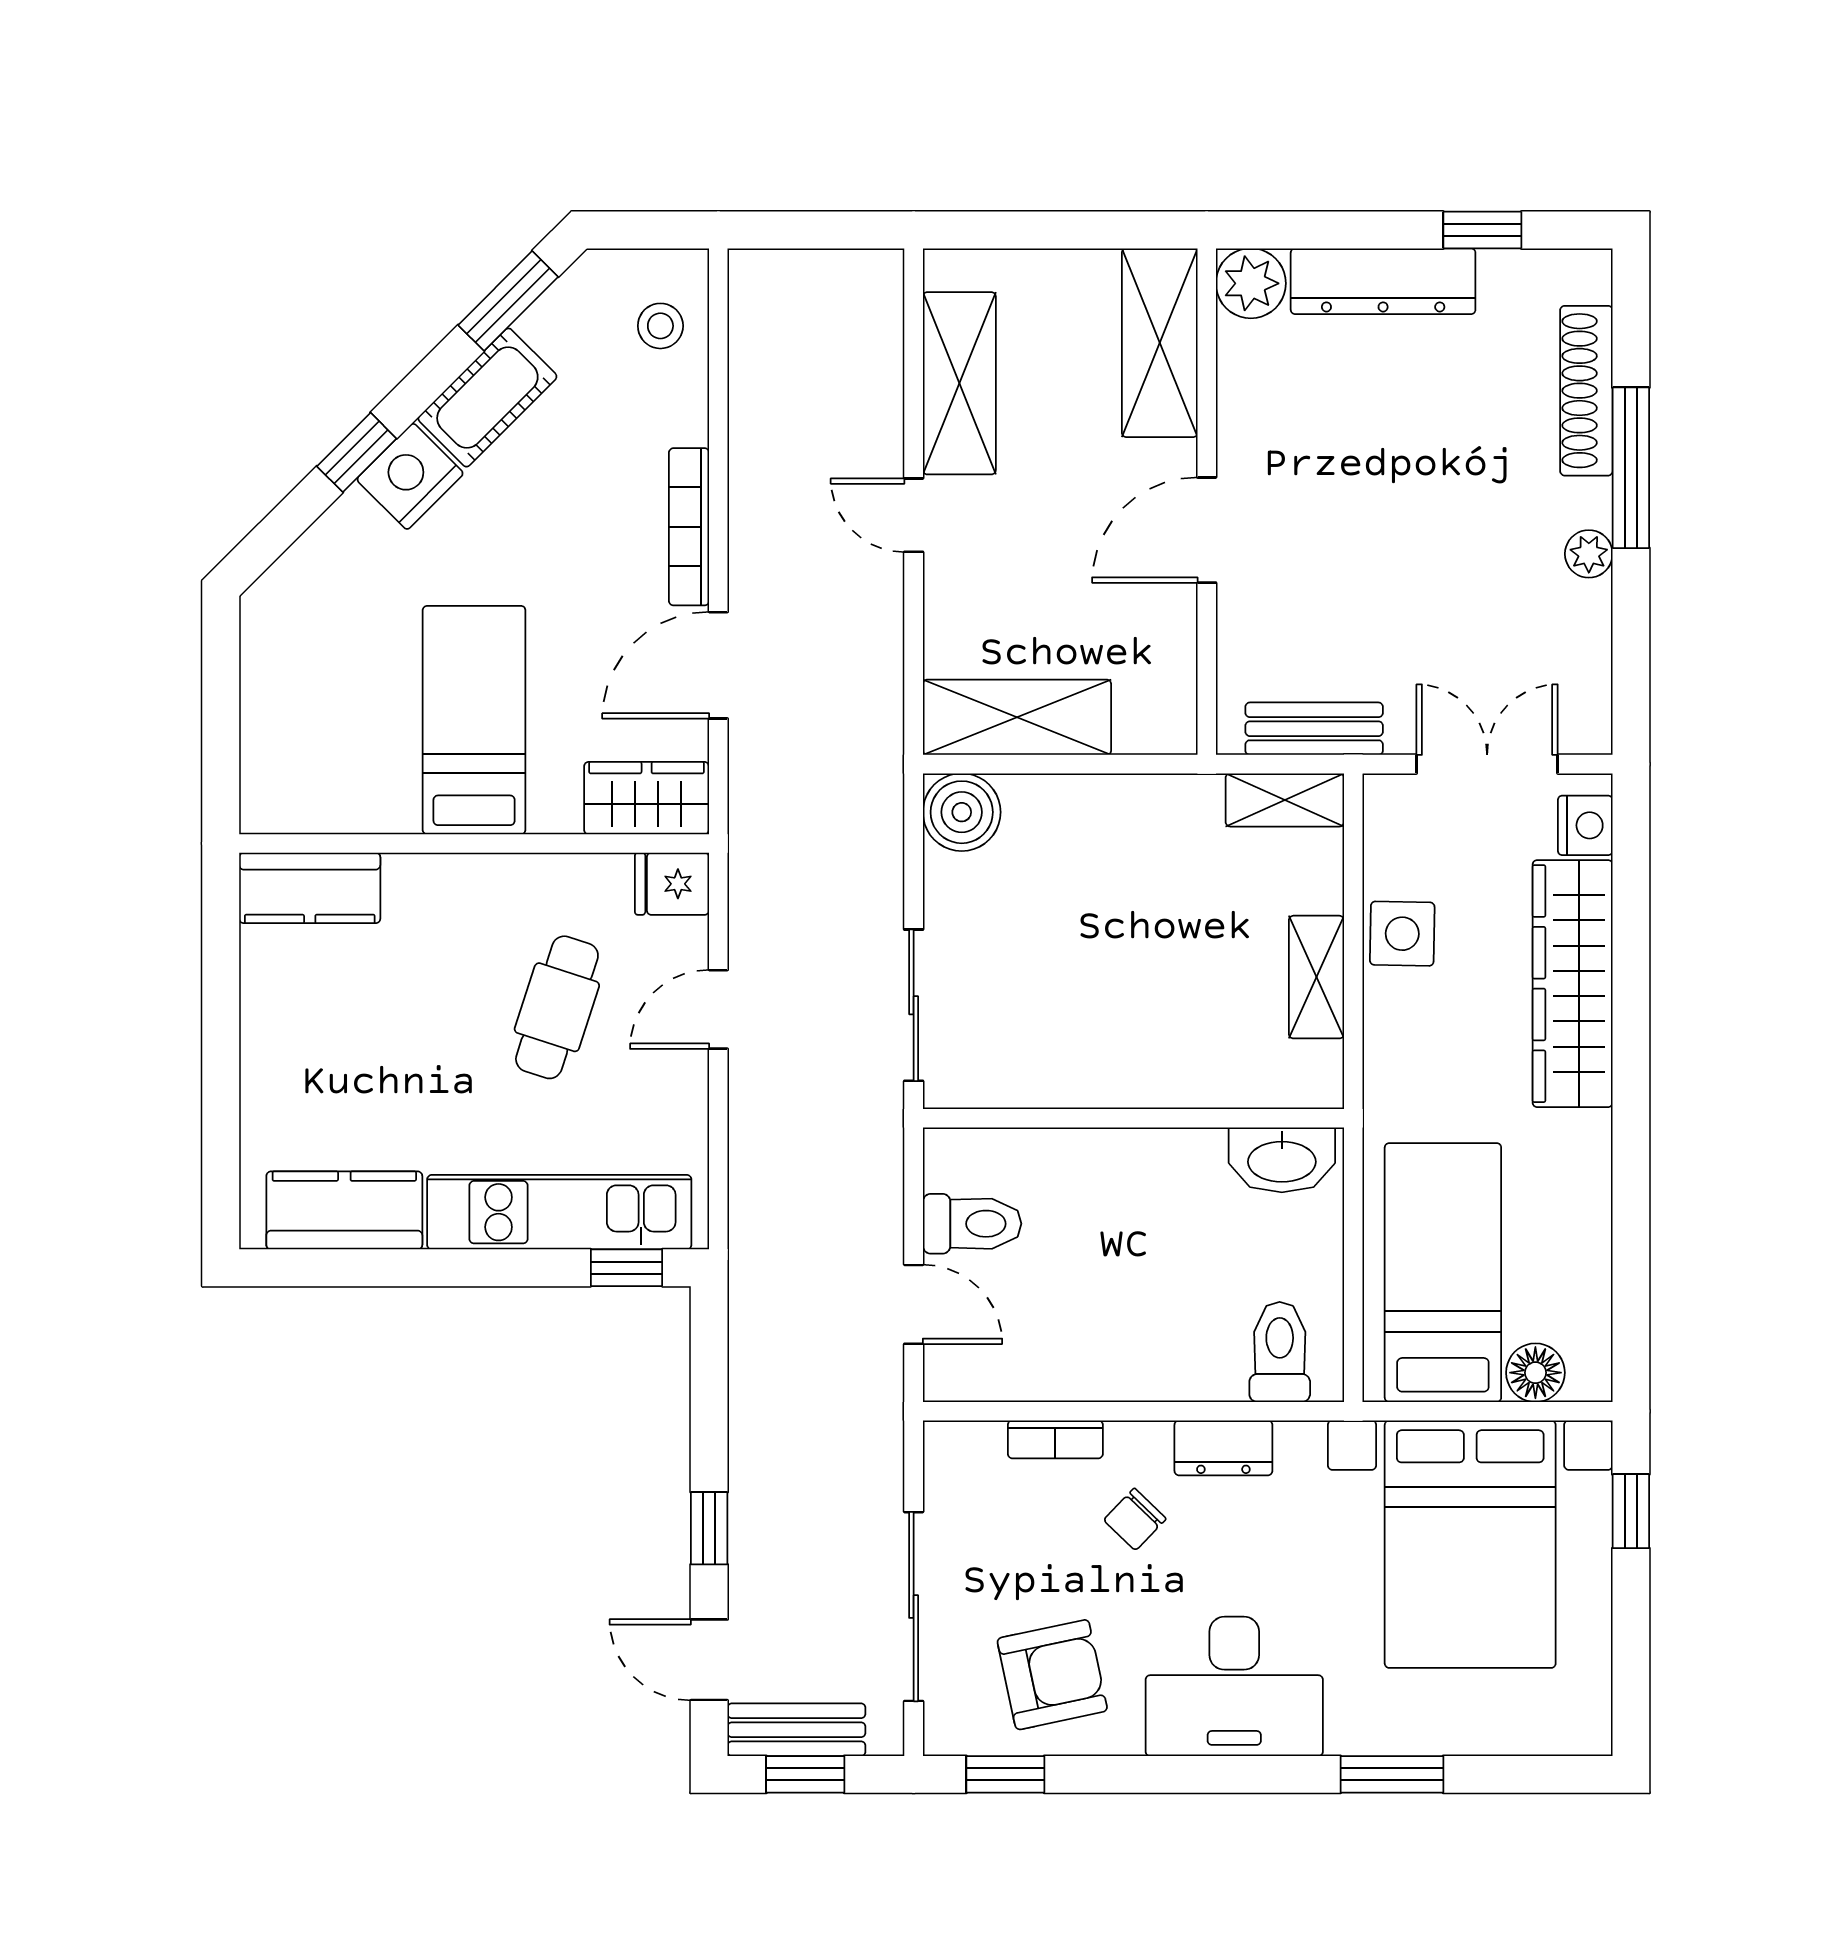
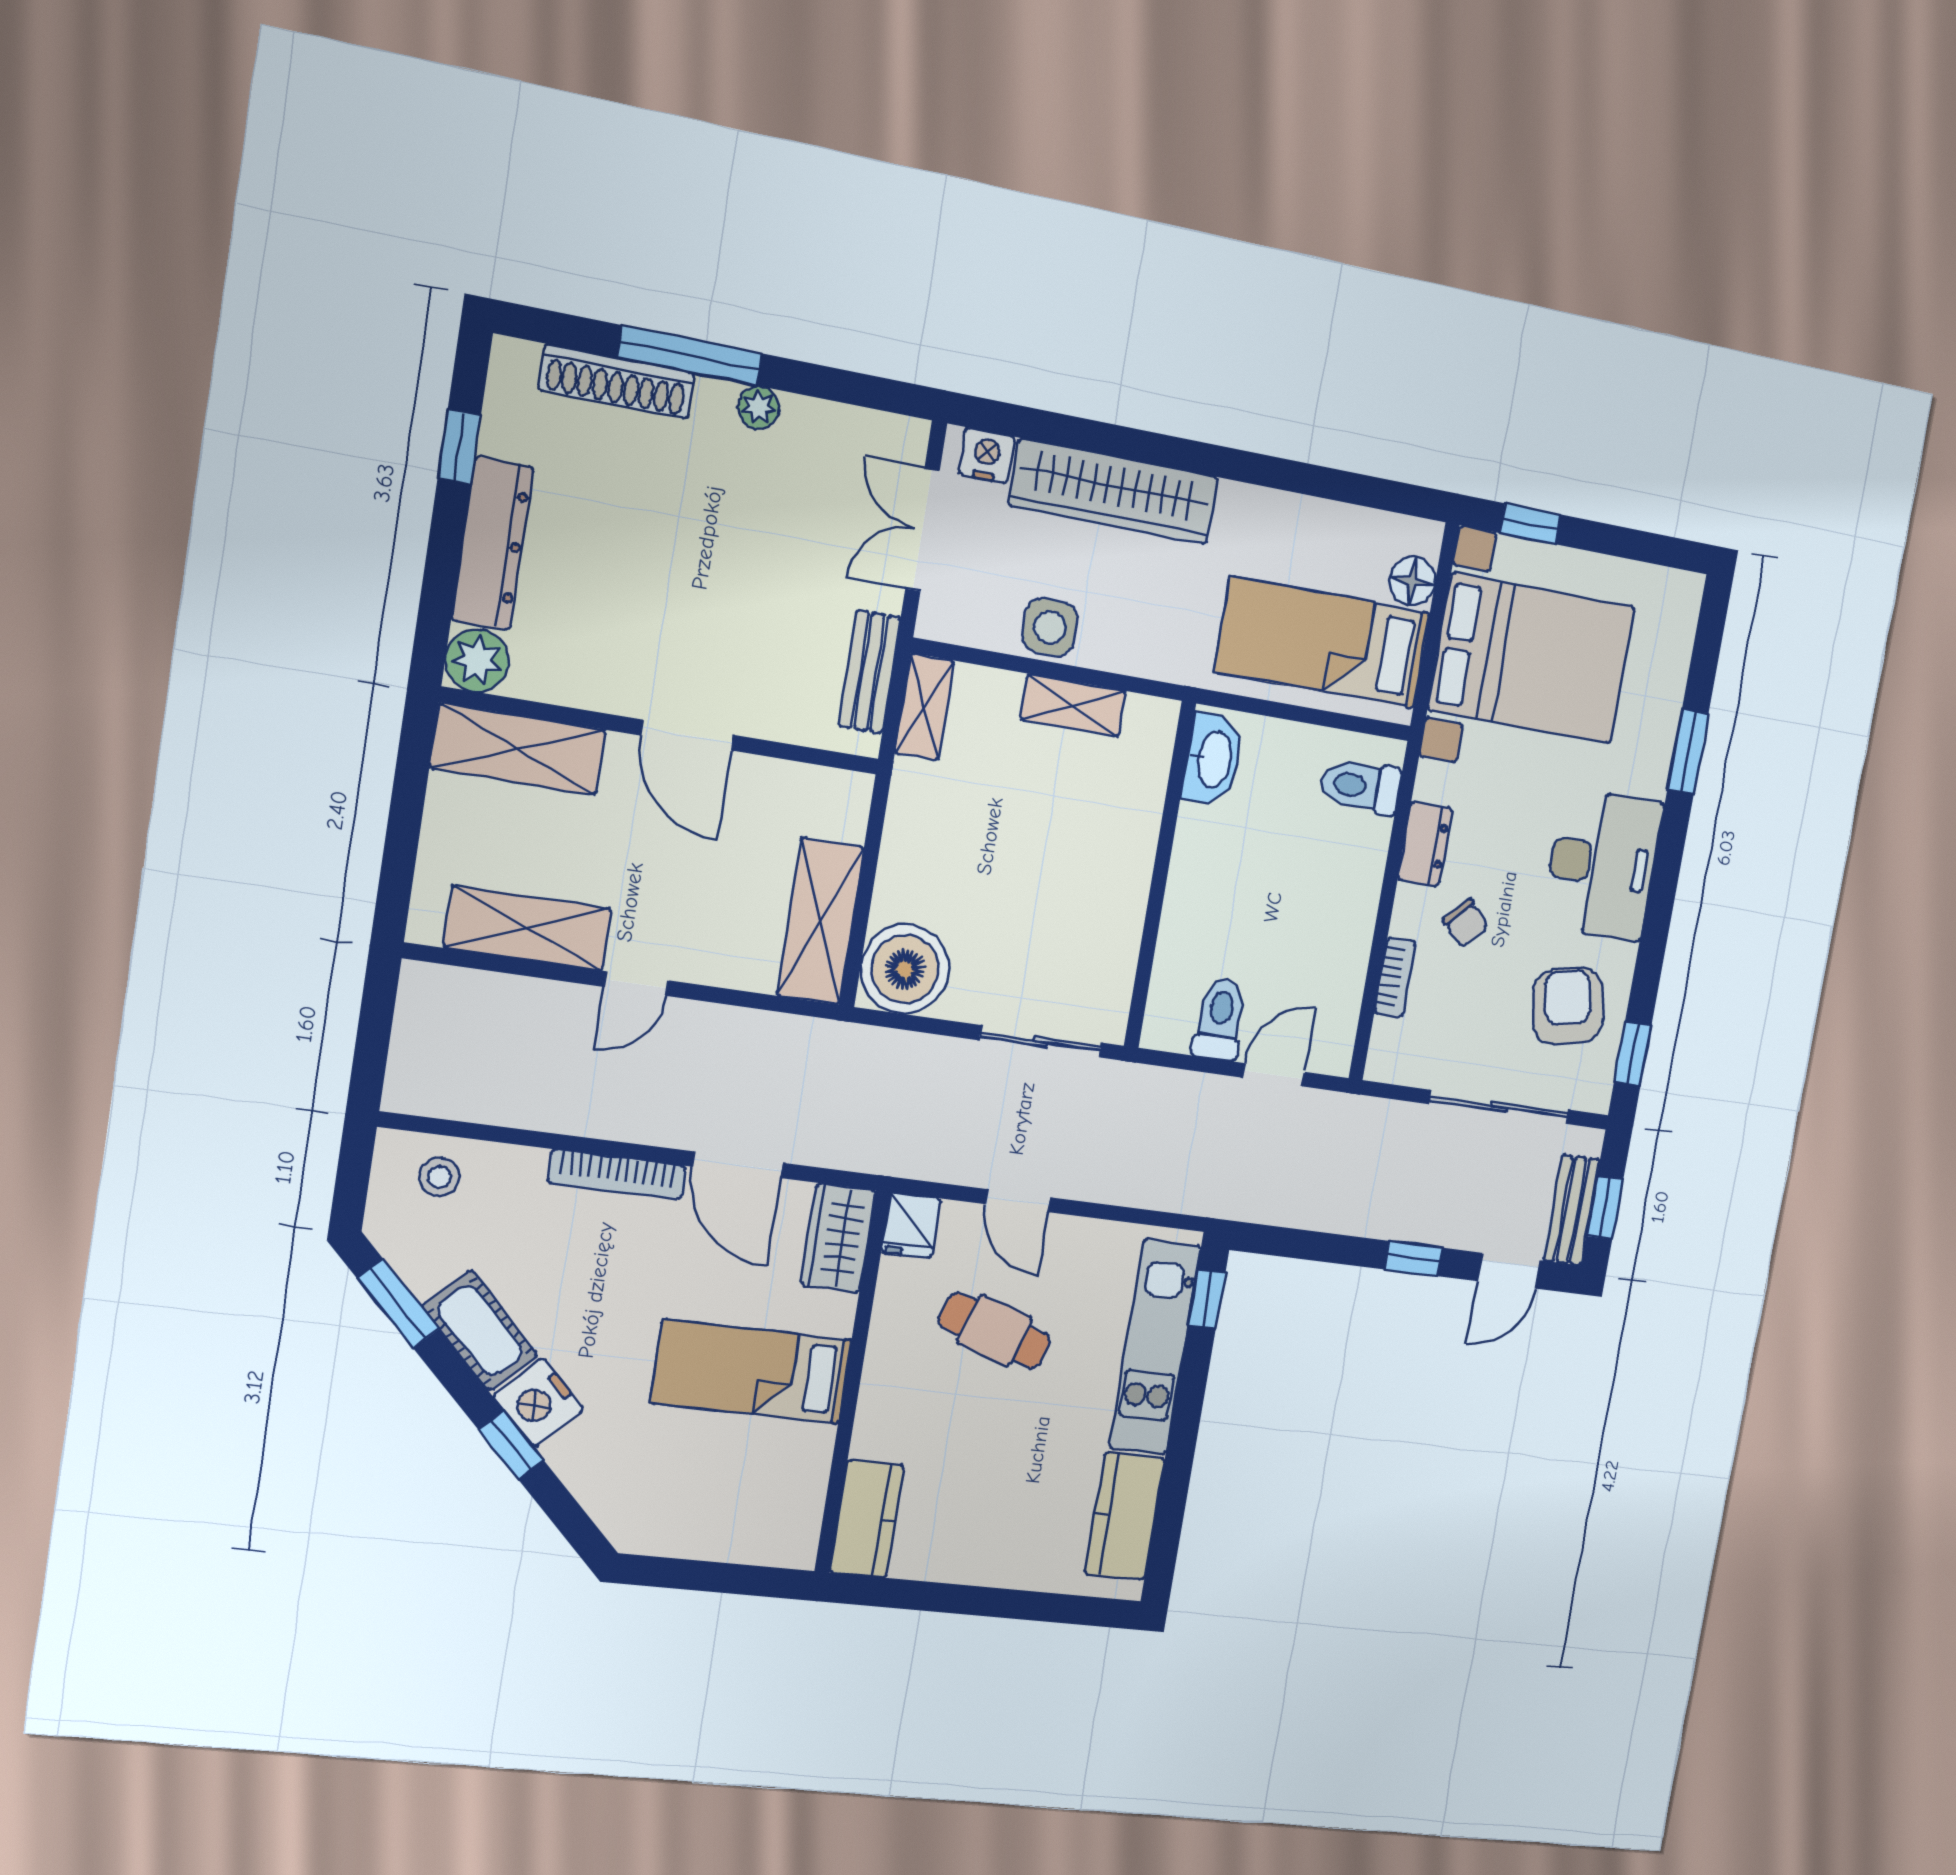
boiler: (962, 812) -> (905, 969), width x1.37, depth x1.37

